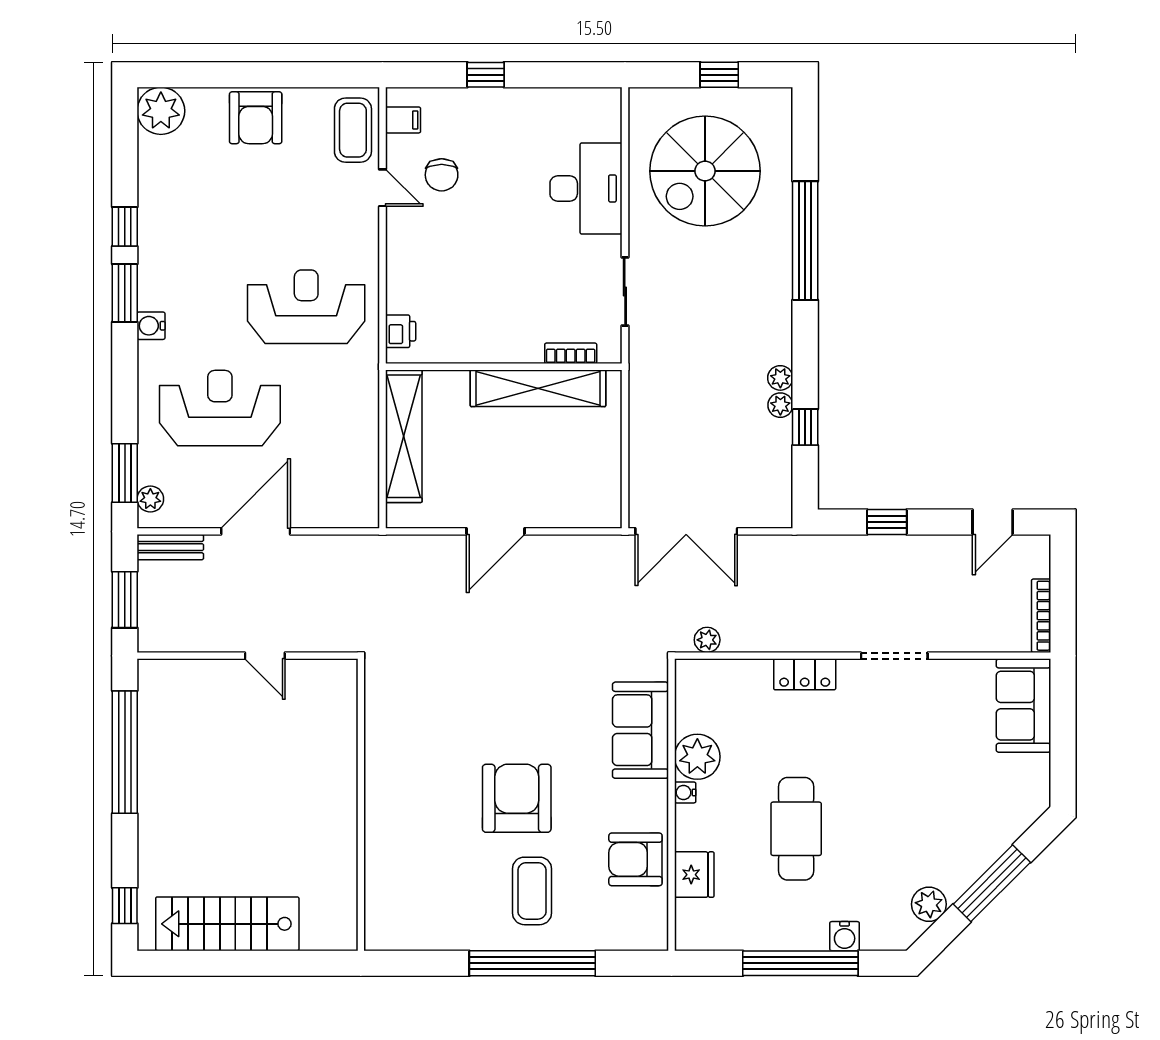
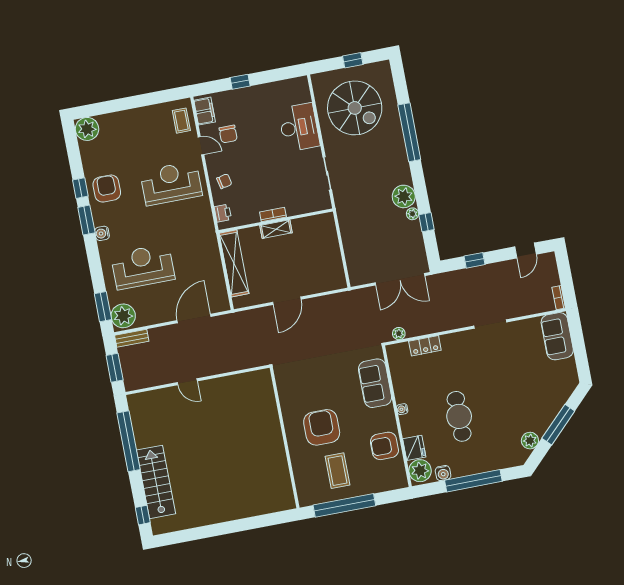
armchair: (256, 118) -> (107, 189), moved, turned 180
filing cabinet: (403, 120) -> (205, 111), width x2.00
coffee table: (353, 130) -> (181, 121), width x0.73, depth x0.77
spiral stairs: (705, 171) -> (355, 108), turned -90
chair: (416, 268) -> (224, 181), added
reception desk: (306, 307) -> (171, 183), moved
bookcase: (571, 353) -> (273, 215), moved
plant: (780, 378) -> (404, 196), width x1.88, depth x1.88
shelving: (538, 388) -> (276, 229), width x0.45, depth x0.75
plant: (150, 499) -> (123, 316), width x1.87, depth x1.87
door: (256, 531) -> (194, 318), moved
double door: (686, 531) -> (400, 279), moved
bookcase: (1041, 616) -> (559, 298), width x0.64
locker: (805, 674) -> (425, 346), moved
plant: (697, 757) -> (420, 471), moved
wall: (361, 805) -> (285, 438), moved
stairs: (227, 924) -> (156, 482), moved, turned 90
water cooler: (845, 936) -> (443, 473), moved

